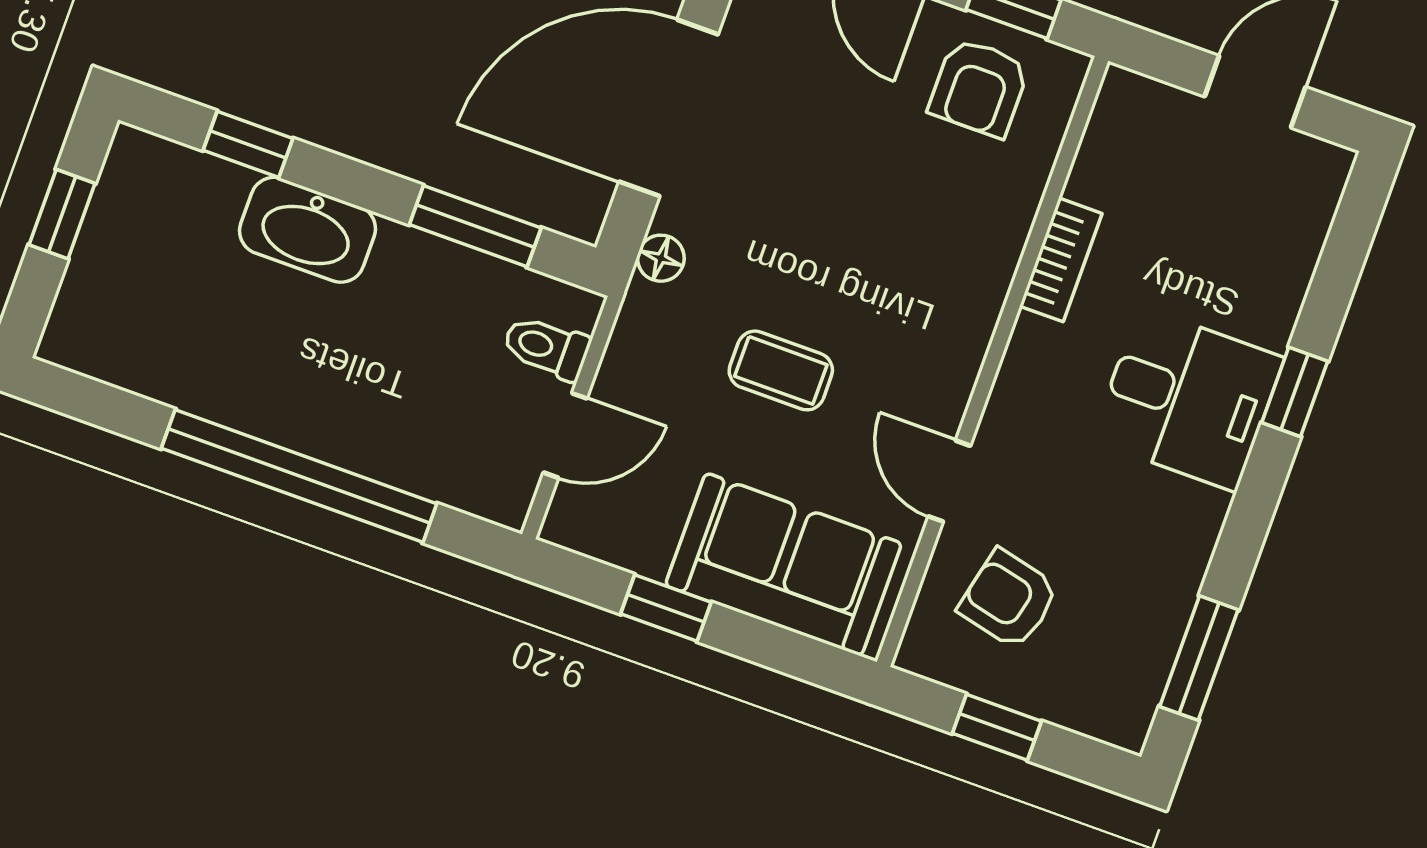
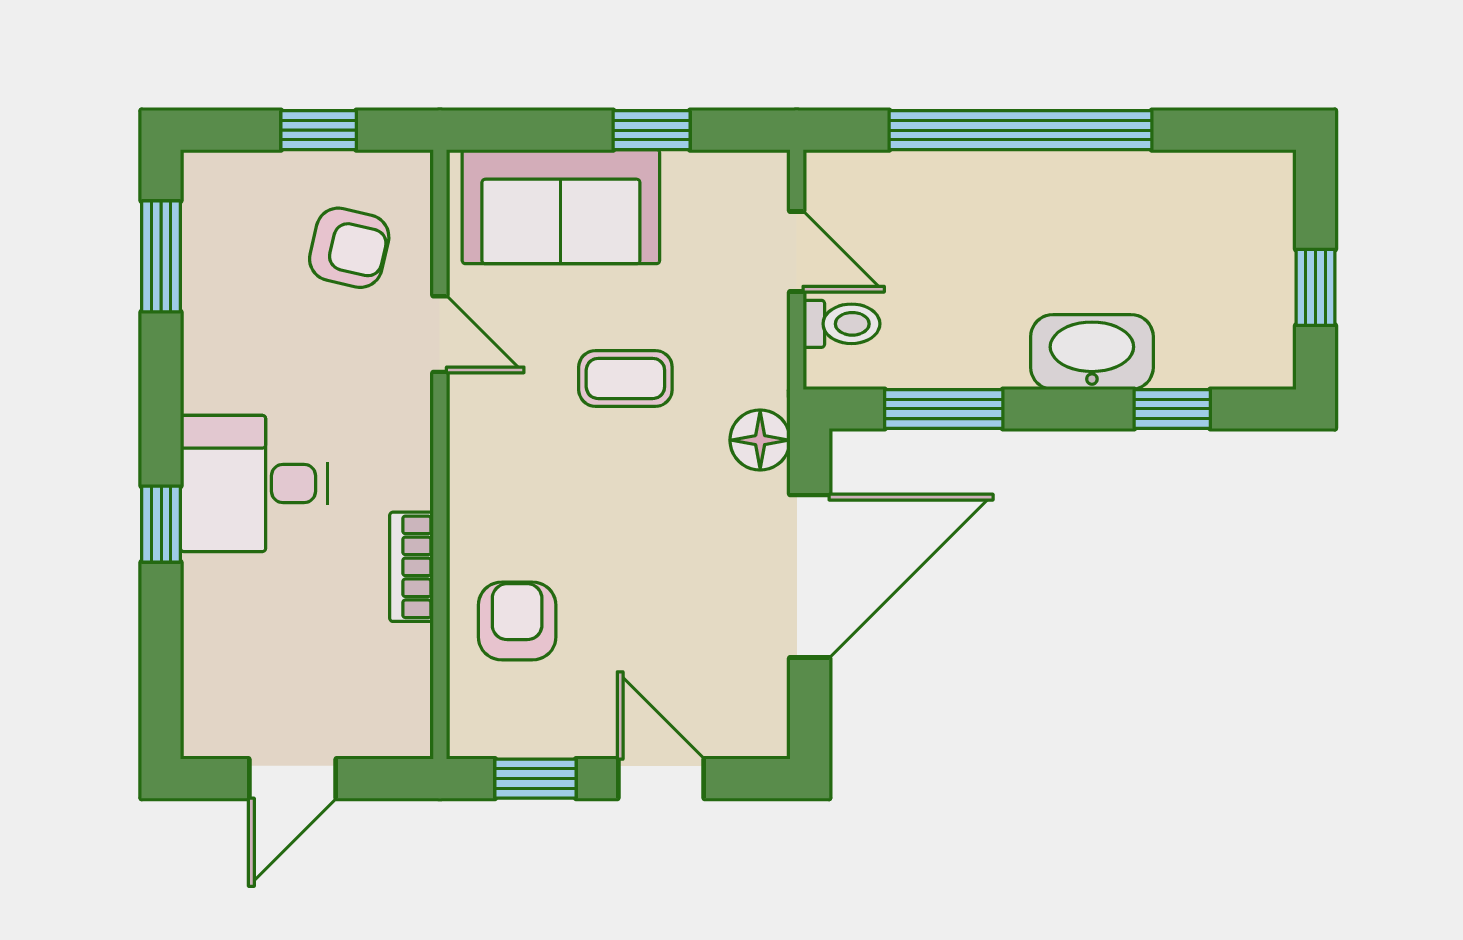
armchair: (979, 88) -> (517, 621), moved
floor lamp: (661, 258) -> (760, 440), width x1.37, depth x1.37
door: (565, 435) -> (797, 252), swing flipped

